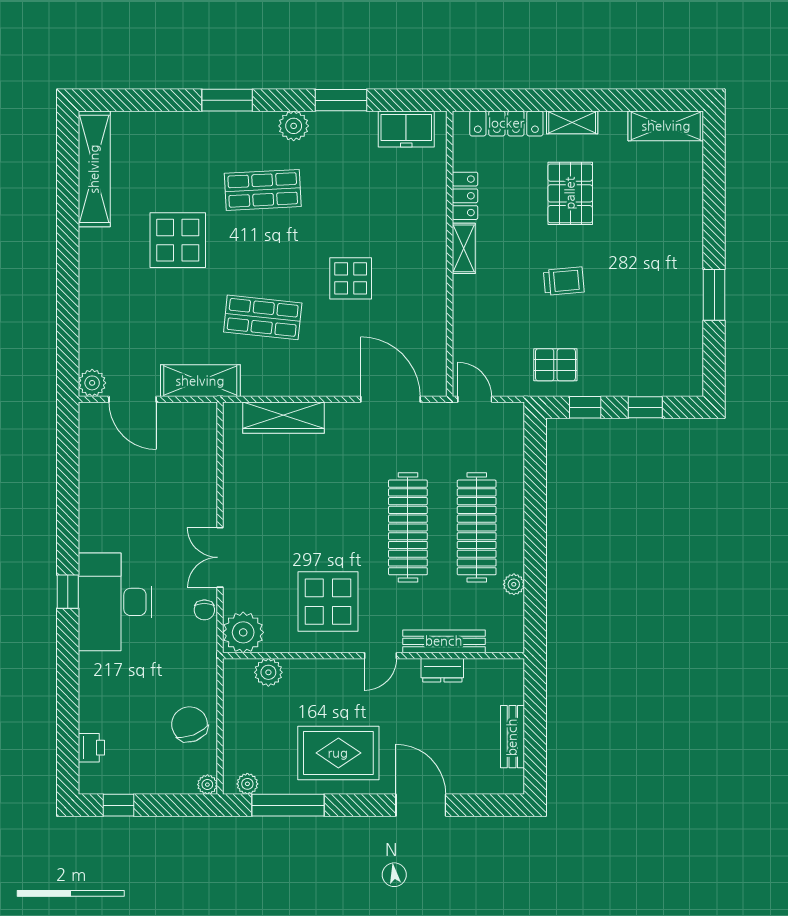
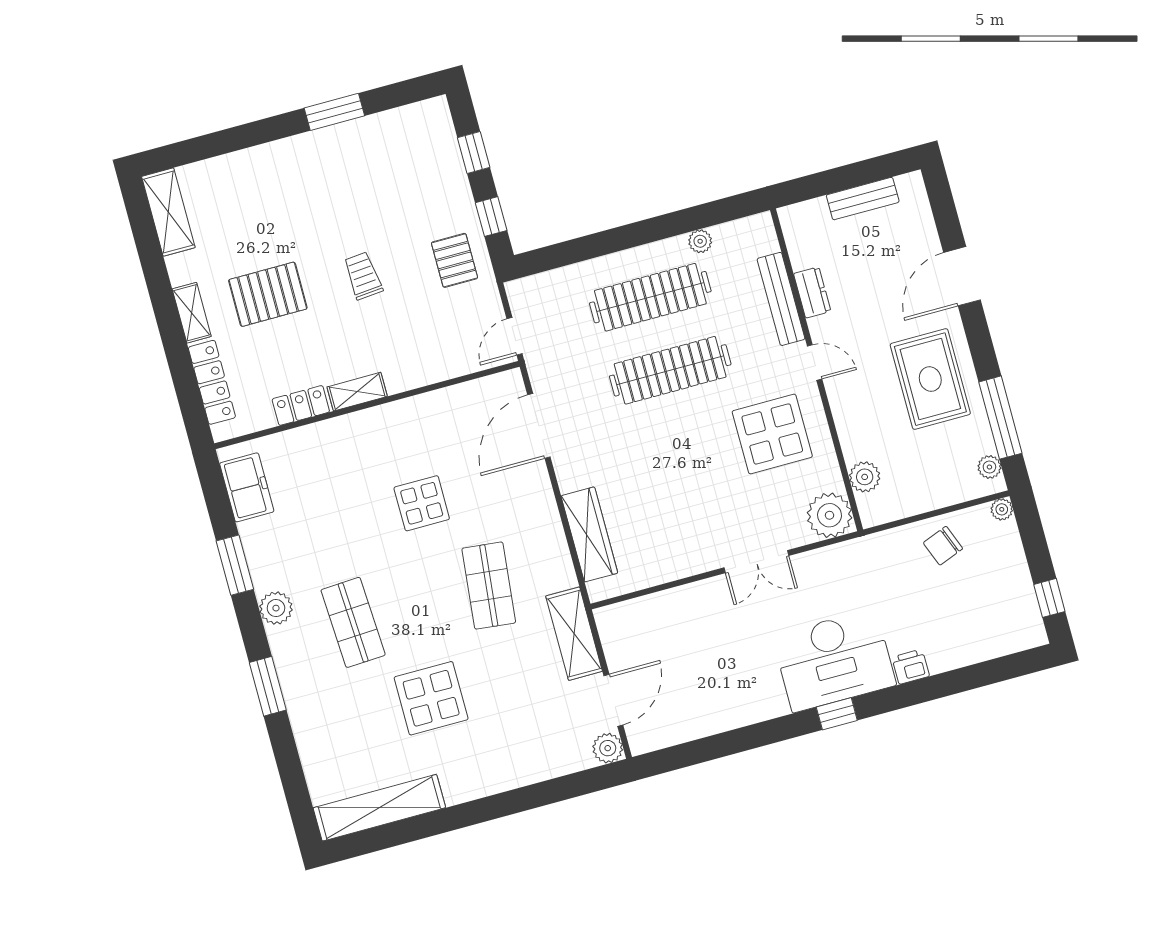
chair: (204, 610) -> (817, 563), removed
chair: (190, 724) -> (943, 546), width x0.73, depth x0.73
printer: (91, 748) -> (911, 667), moved

